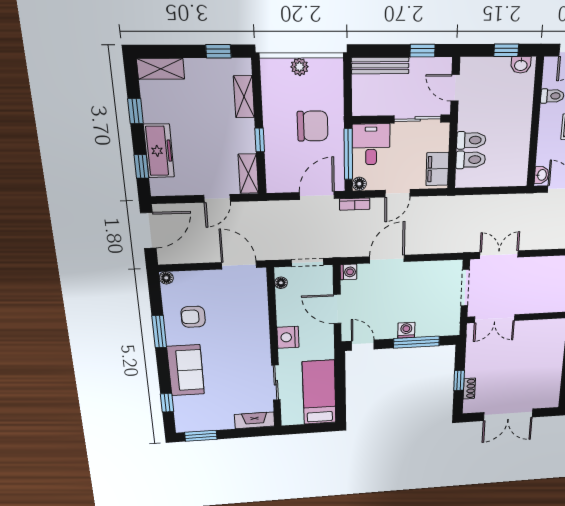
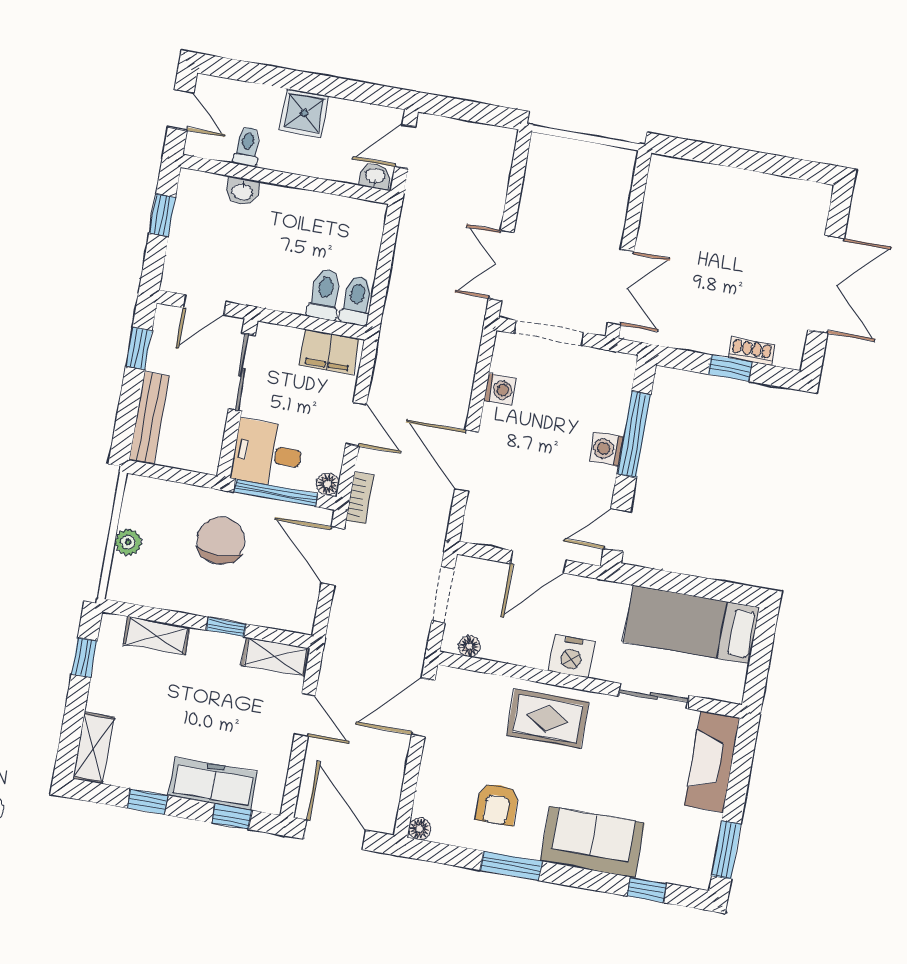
washbasin: (521, 65) -> (242, 191), moved, turned 90
toilet: (471, 140) -> (357, 300), moved
washing machine: (348, 272) -> (500, 390), moved, turned 90
rug: (250, 333) -> (548, 719), added
fireplace: (255, 420) -> (712, 762), width x1.37, depth x1.32

